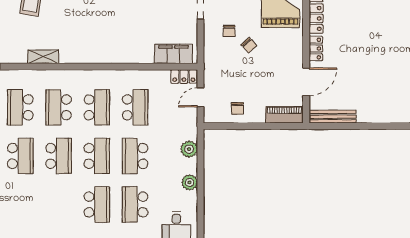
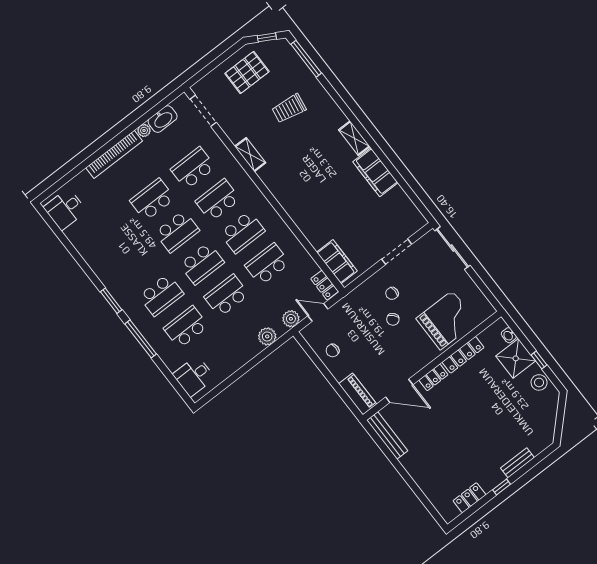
school desk: (135, 107) -> (267, 264), turned 180
school desk: (20, 156) -> (152, 200), turned 180
plant: (190, 182) -> (291, 319), moved

